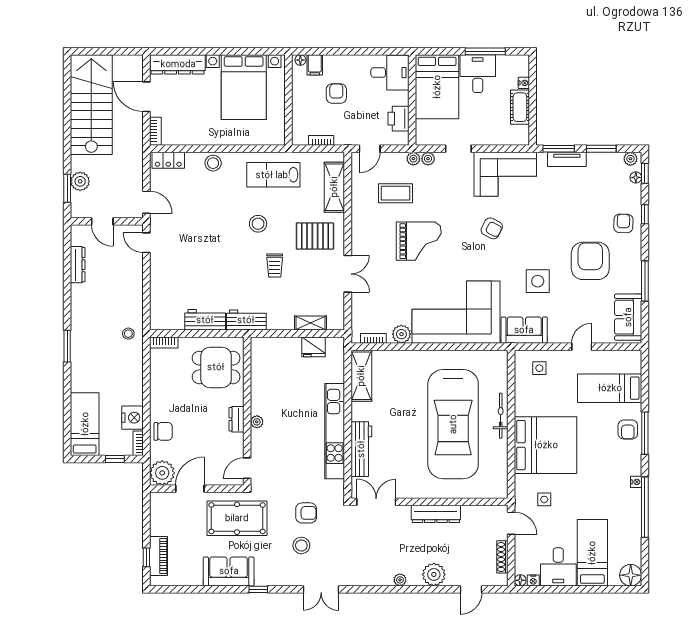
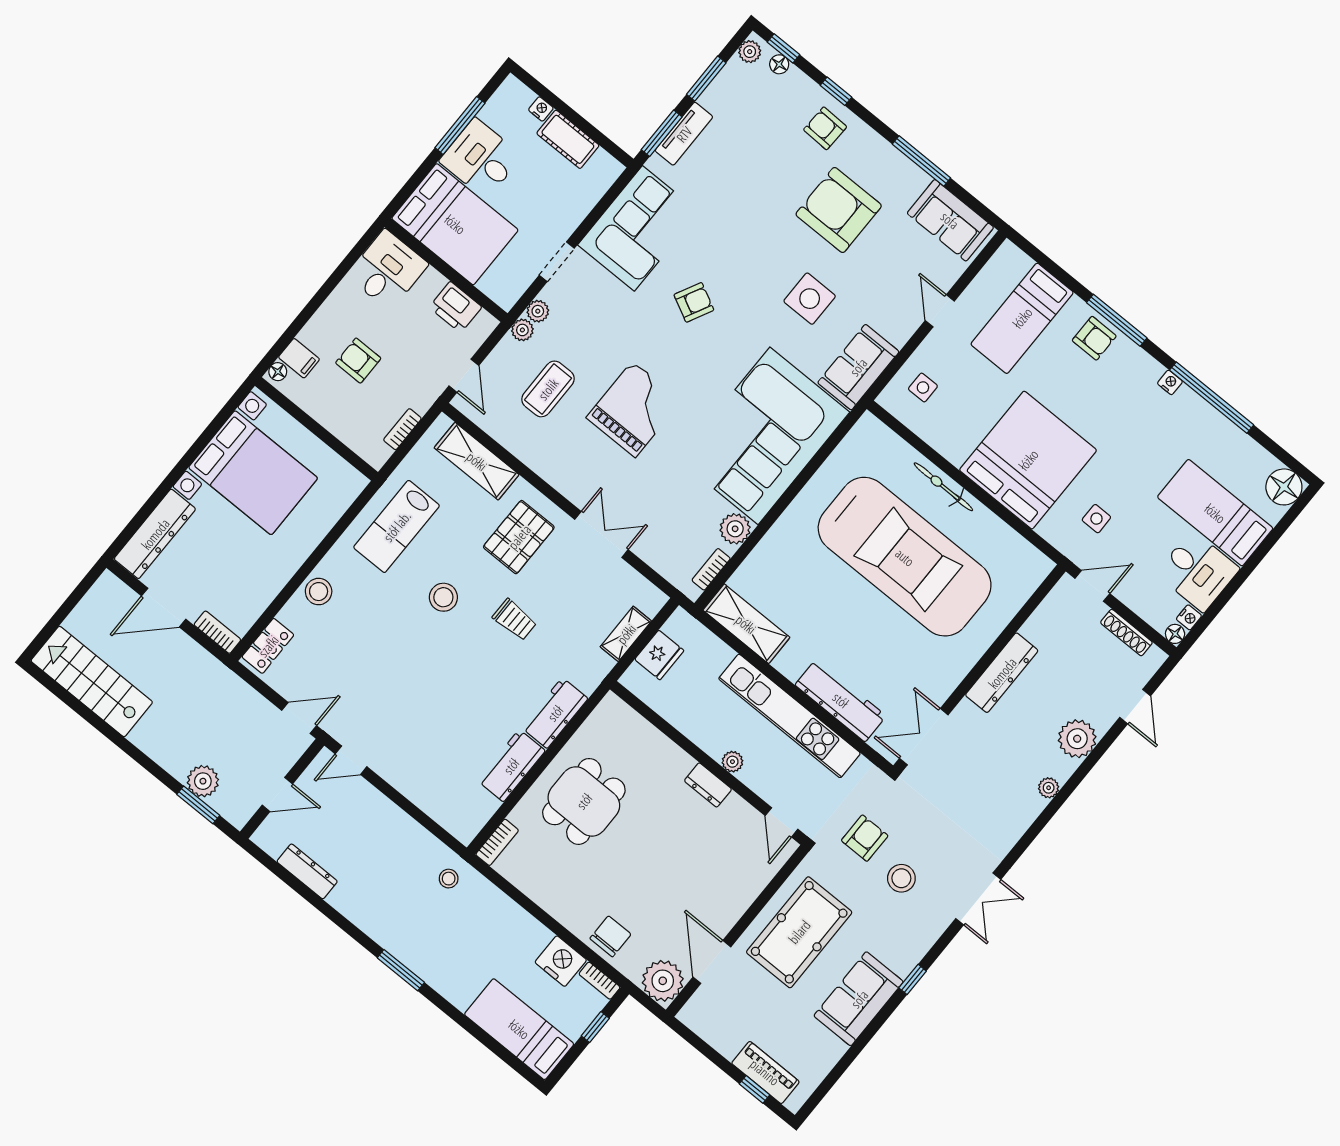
stairs: (91, 105) -> (92, 681), width x0.73, depth x0.66
wall: (247, 411) -> (709, 763), moved
dresser: (237, 419) -> (708, 785), moved
plant: (257, 422) -> (732, 762), moved
door: (247, 468) -> (782, 822), moved

